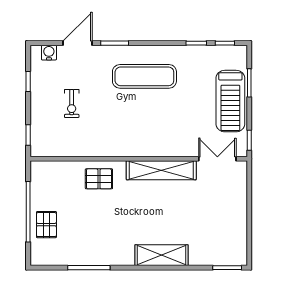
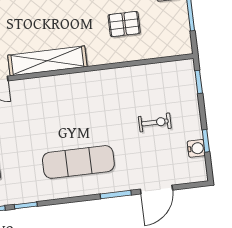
water cooler: (49, 53) -> (196, 148), moved, turned -90
exercise bike: (72, 104) -> (155, 122), turned 90
pallet: (99, 179) -> (124, 24), moved

